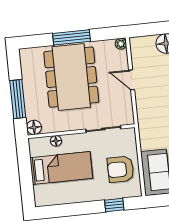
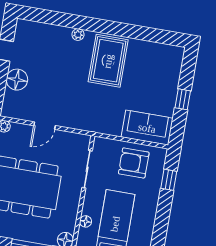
armchair: (121, 169) -> (134, 163), turned 90

